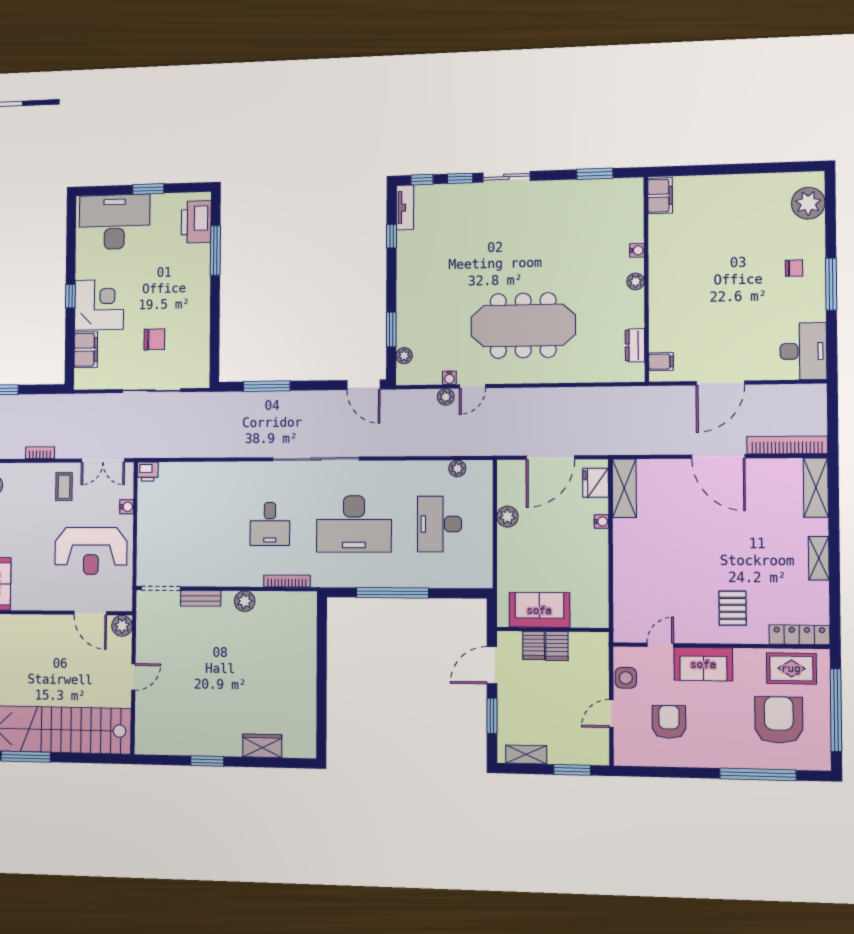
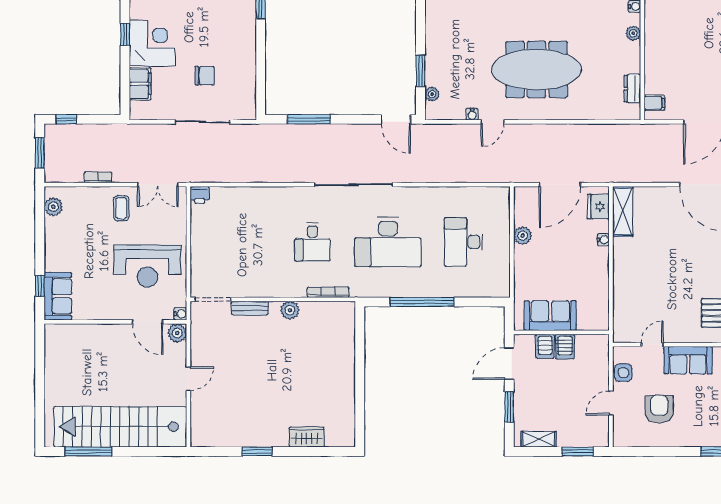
plant: (446, 397) -> (469, 131), removed
plant: (457, 468) -> (479, 194), removed
water cooler: (127, 507) -> (180, 314), moved

